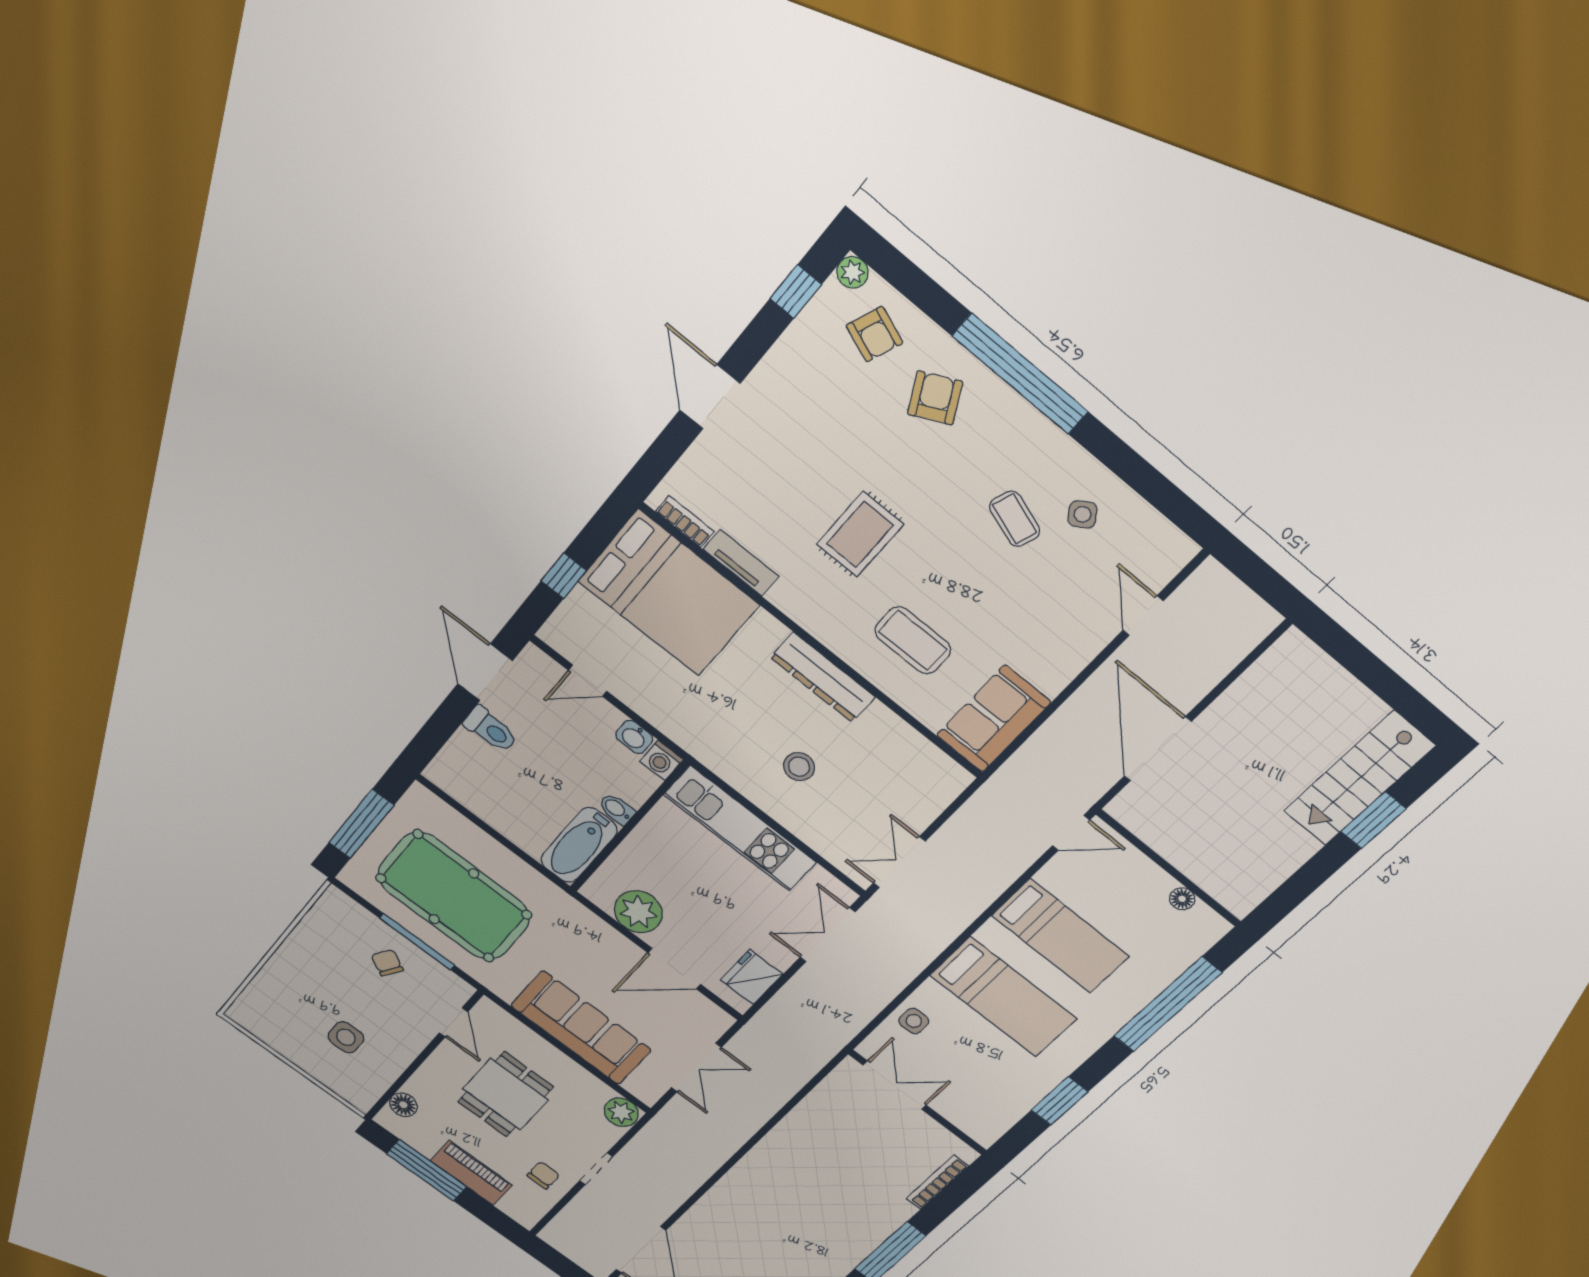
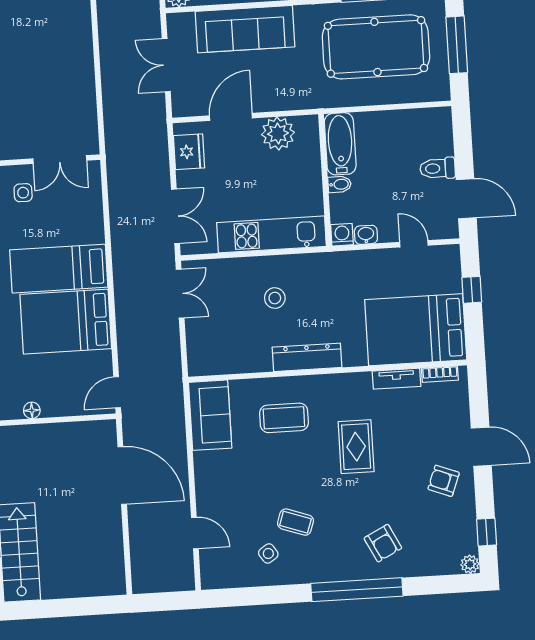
armchair: (874, 334) -> (444, 481), moved
door: (588, 681) -> (414, 244), hinge flipped
bed: (1060, 936) -> (66, 322), width x1.50
side table: (914, 1021) -> (23, 193), moved

